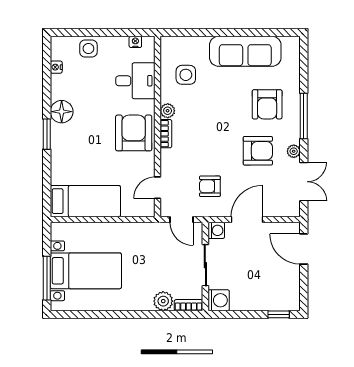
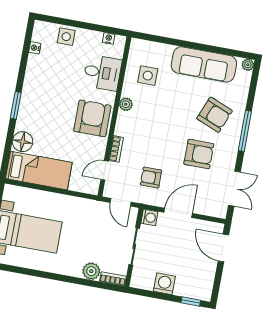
armchair: (267, 104) -> (215, 115), turned -68
floor lamp: (62, 112) -> (23, 142), moved
bookcase: (166, 134) -> (116, 149), moved
plant: (294, 151) -> (248, 65), moved
washing machine: (219, 300) -> (164, 284), moved, turned -90

